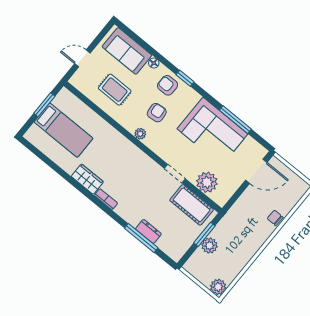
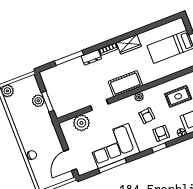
armchair: (168, 85) -> (161, 133), turned -90
cot: (192, 205) -> (125, 84), moved
dresser: (148, 231) -> (91, 57), moved

